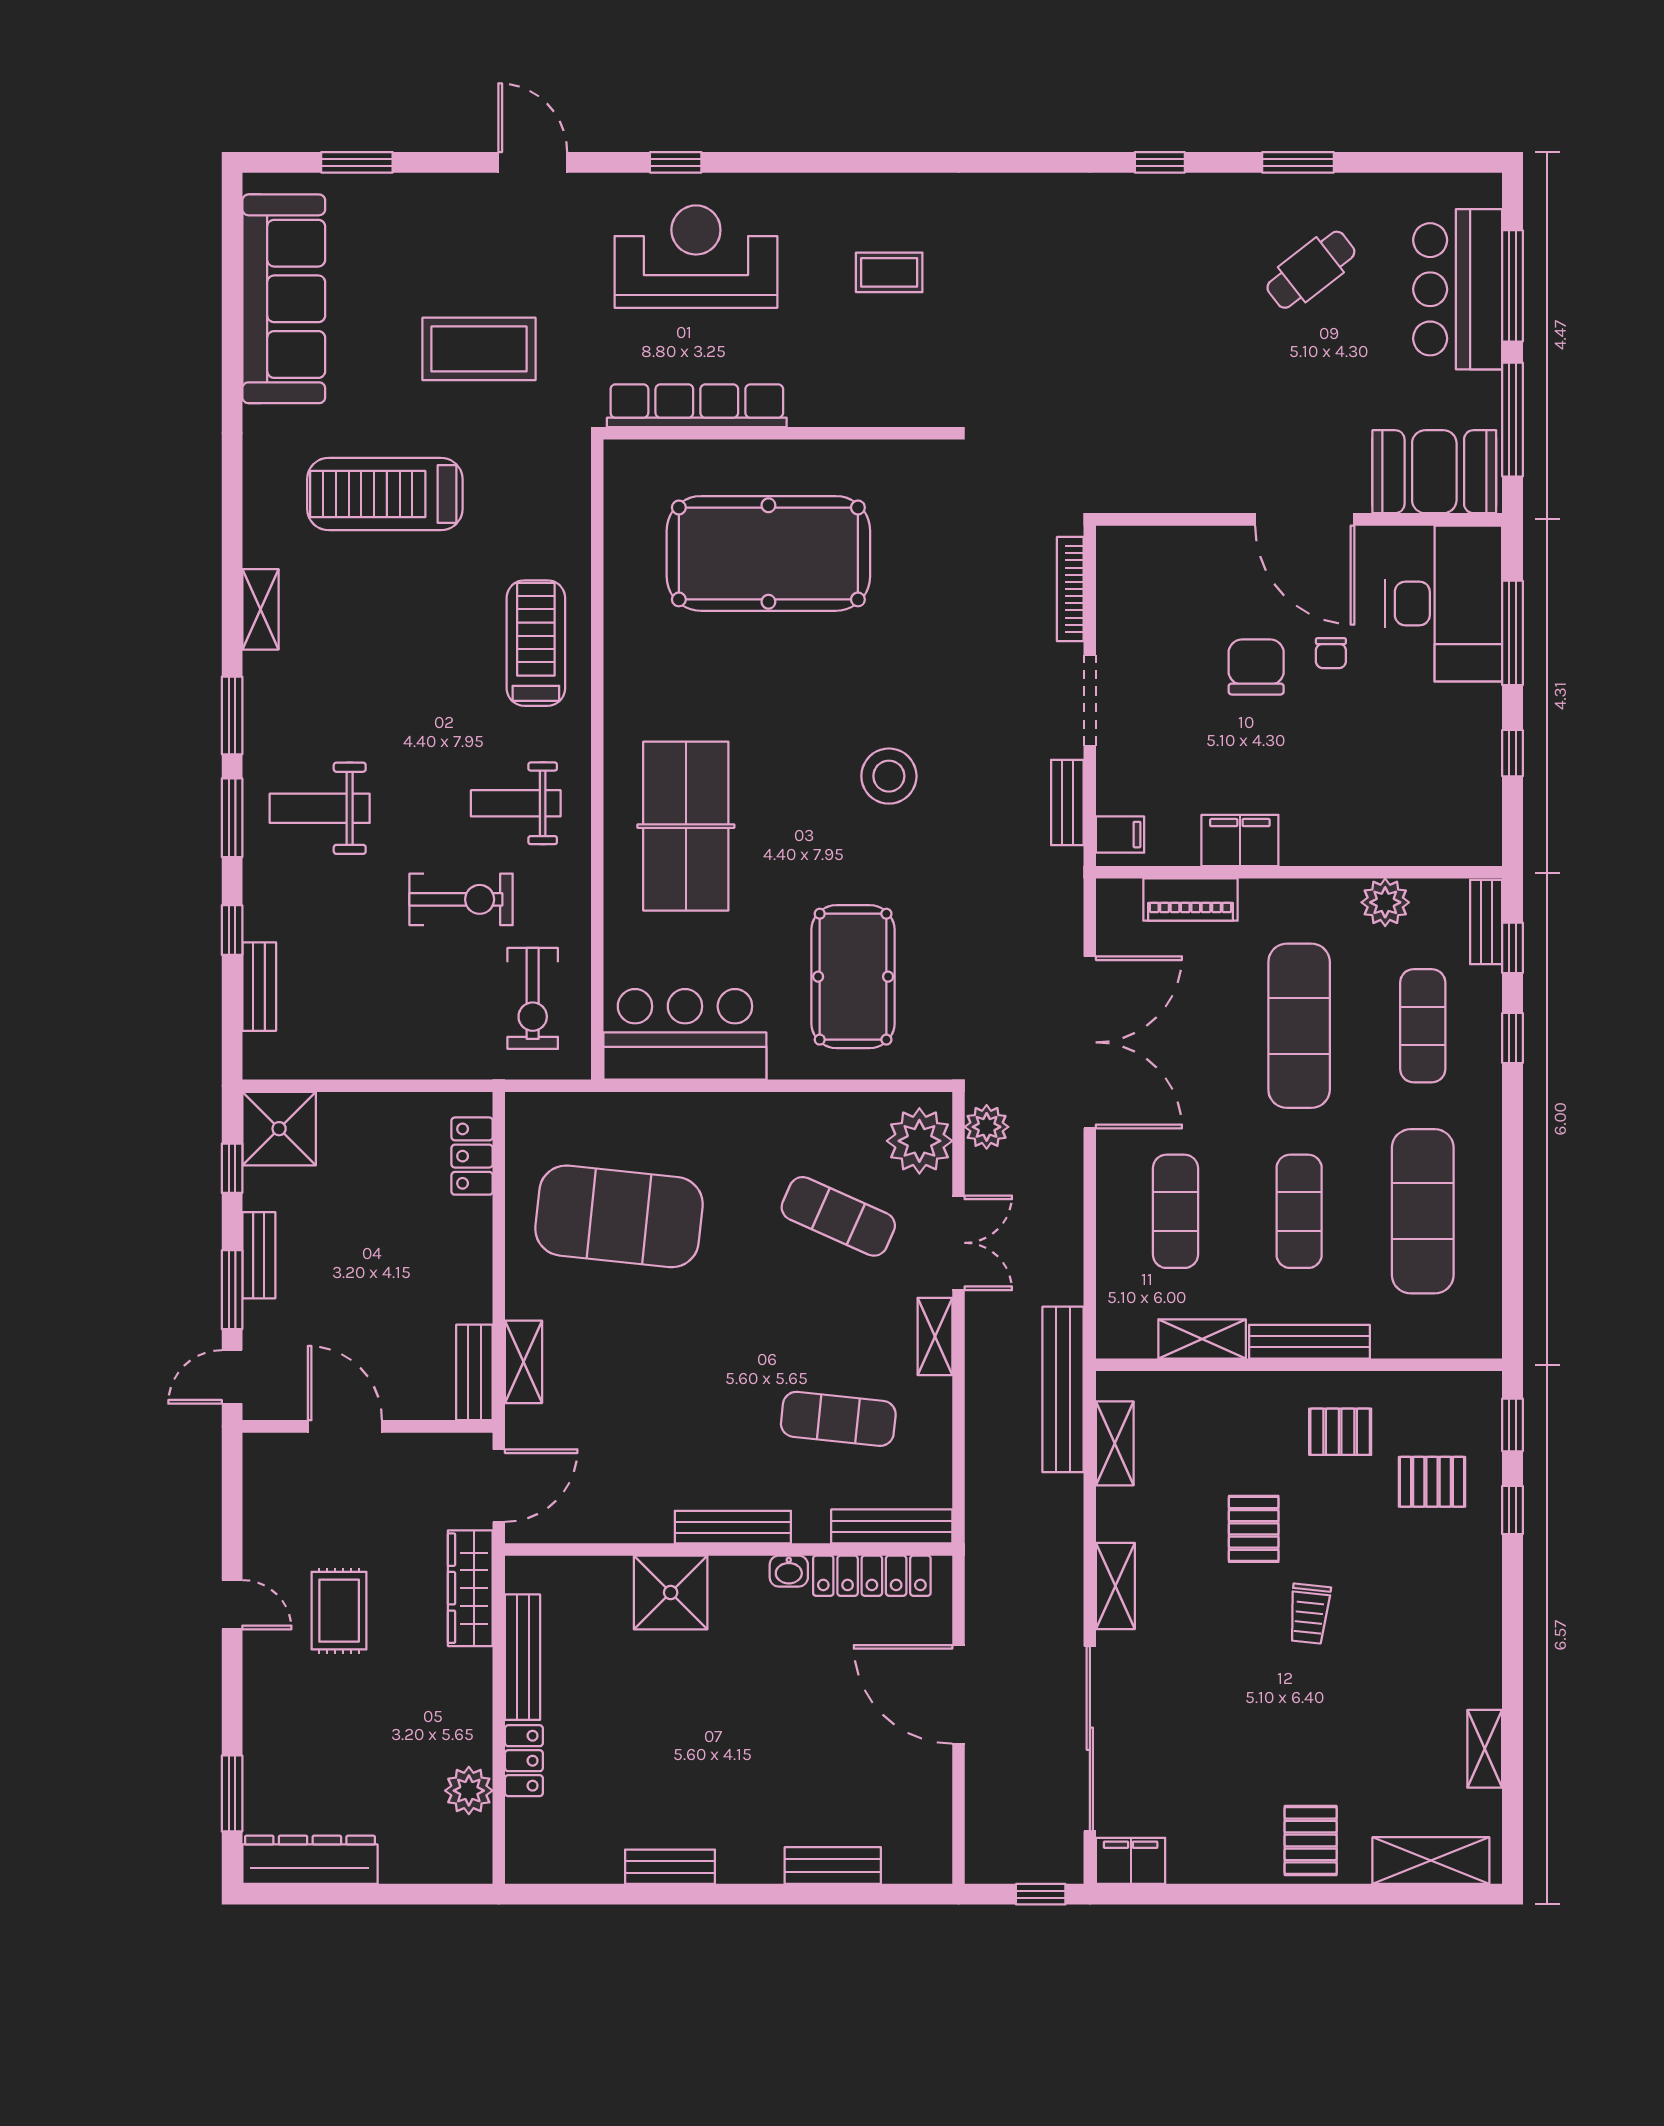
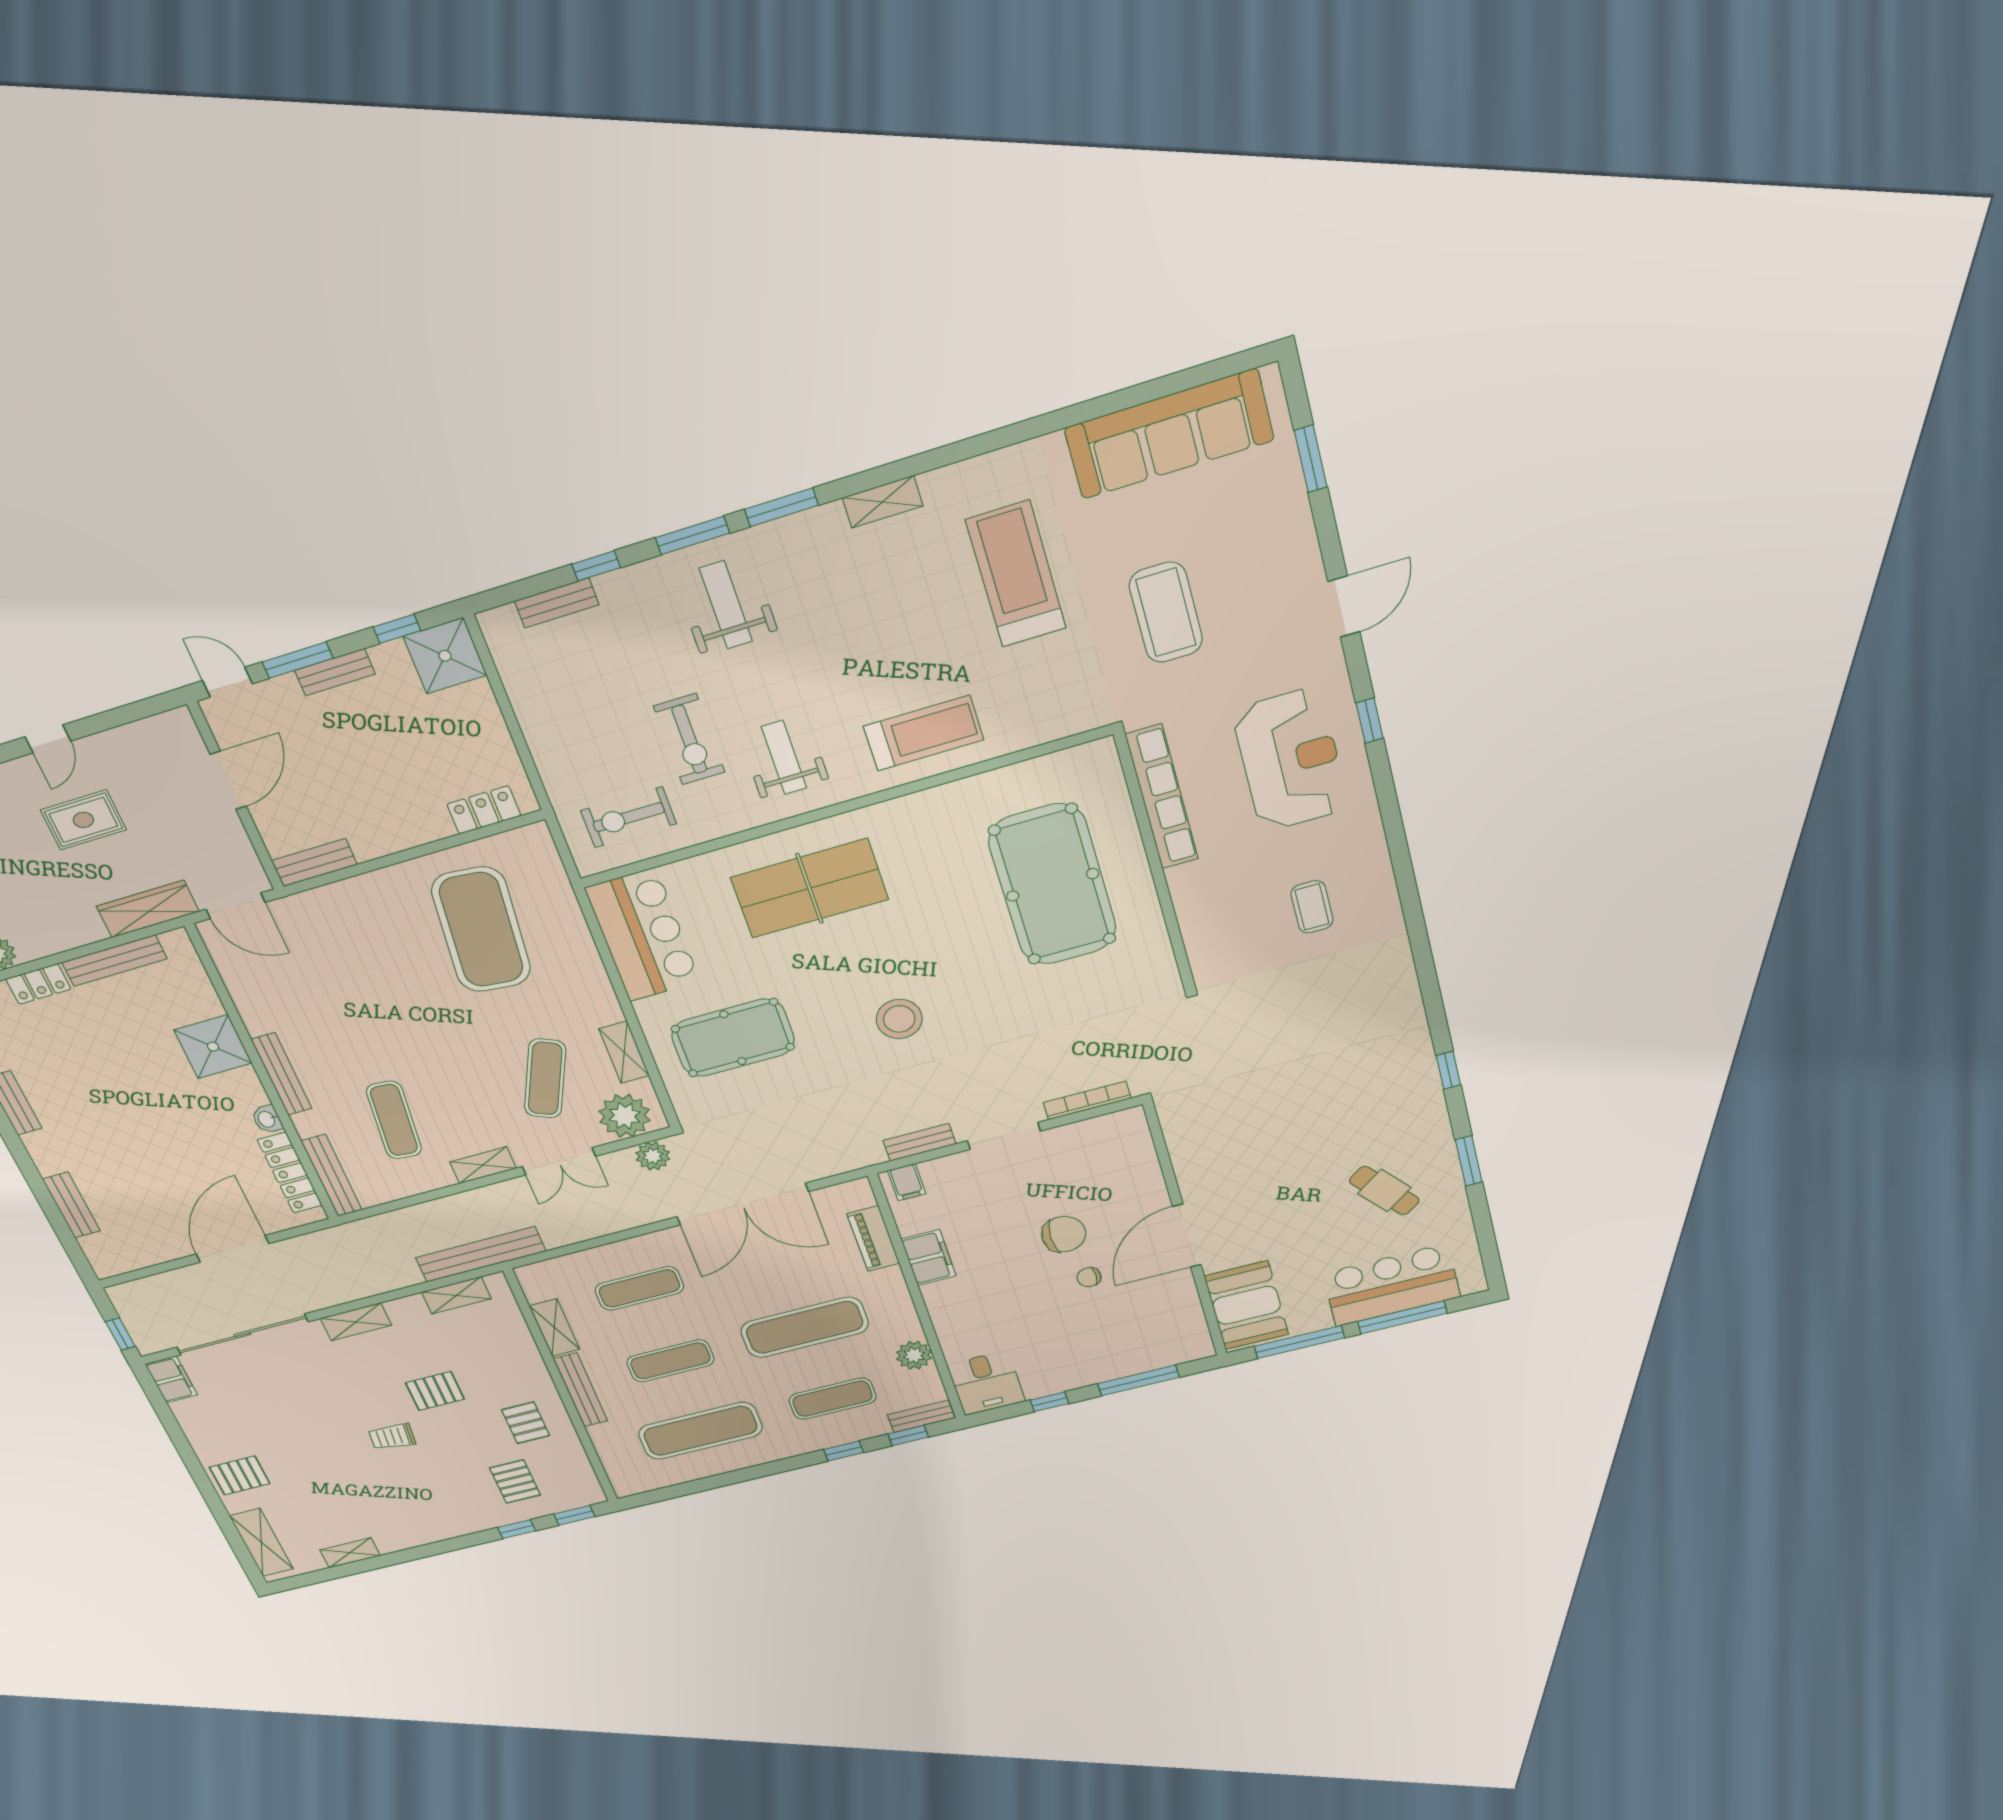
desk: (1444, 603) -> (986, 1383), moved, width x0.53, depth x0.77
shelving: (524, 1362) -> (624, 1052), moved, turned 90

